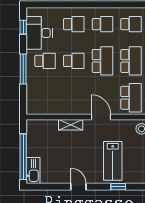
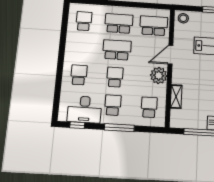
school desk: (102, 24) -> (149, 107), moved
plant: (78, 106) -> (159, 75), added
shelving: (71, 125) -> (176, 97), moved

